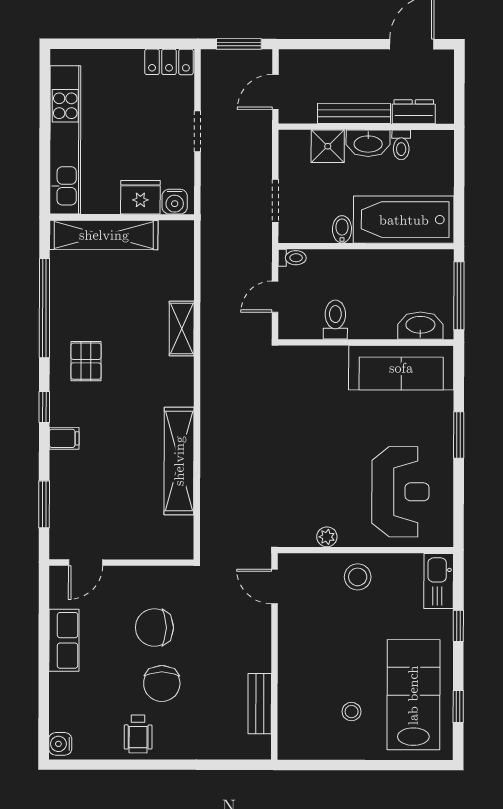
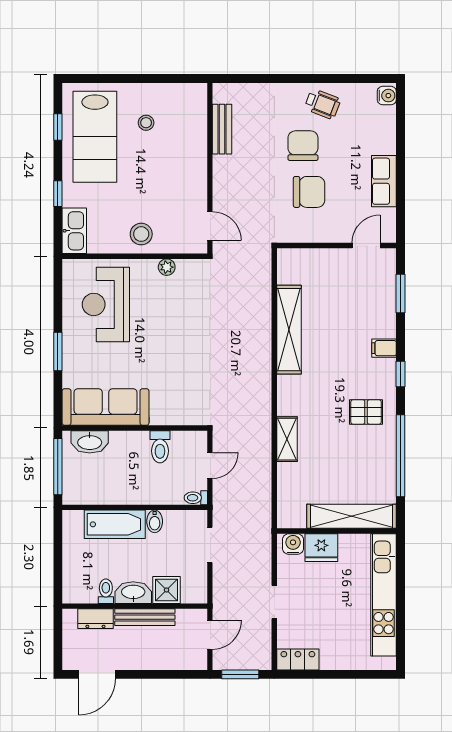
bathtub: (404, 220) -> (115, 524), width x0.73, depth x0.73
pallet: (86, 361) -> (366, 412), turned 90
wheelchair: (138, 734) -> (322, 104), turned 111

